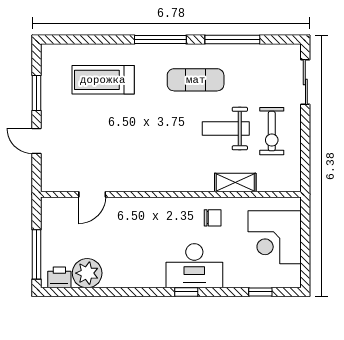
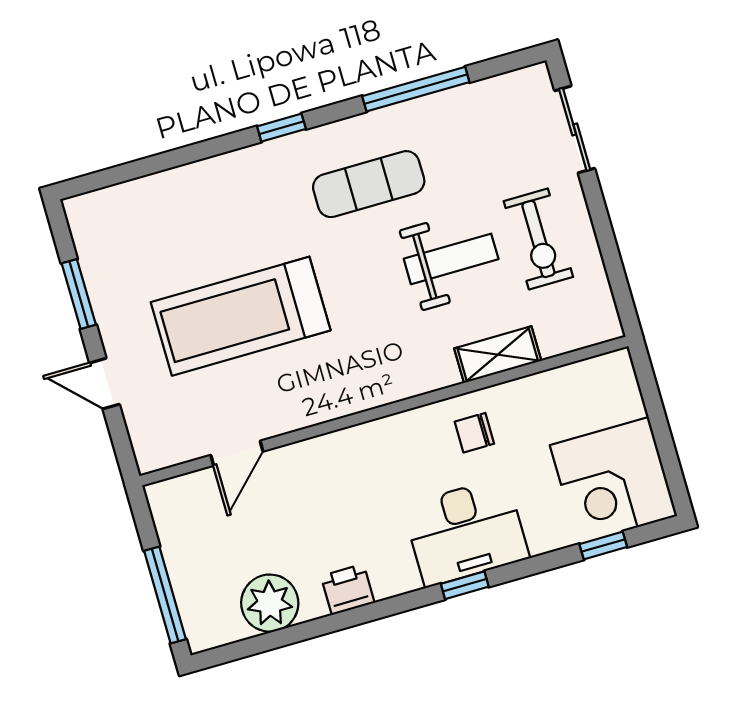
window: (160, 39) -> (281, 128), width x0.46
treadmill: (103, 80) -> (241, 316), moved, width x1.37, depth x1.38
weight bench: (226, 129) -> (451, 259), turned 180
chair: (213, 218) -> (474, 433), turned 180
corner desk: (275, 237) -> (613, 481), moved
printer: (59, 277) -> (348, 589), moved

